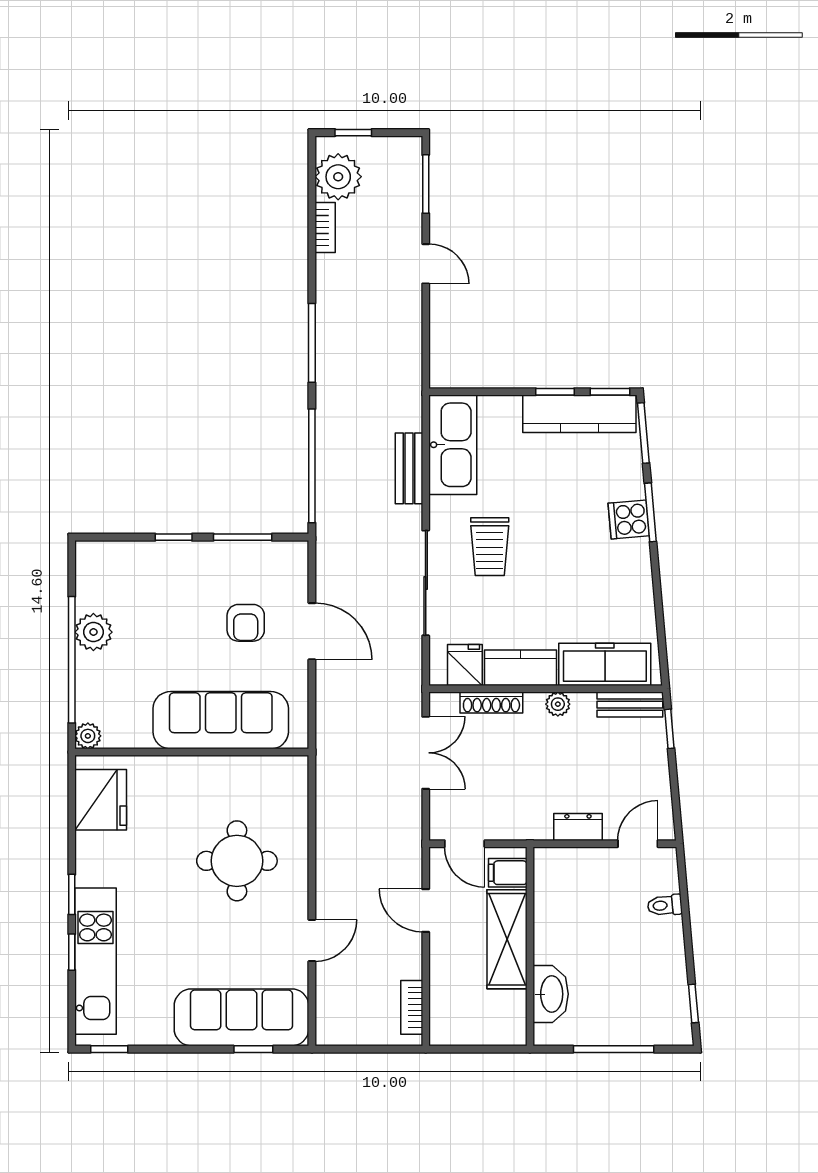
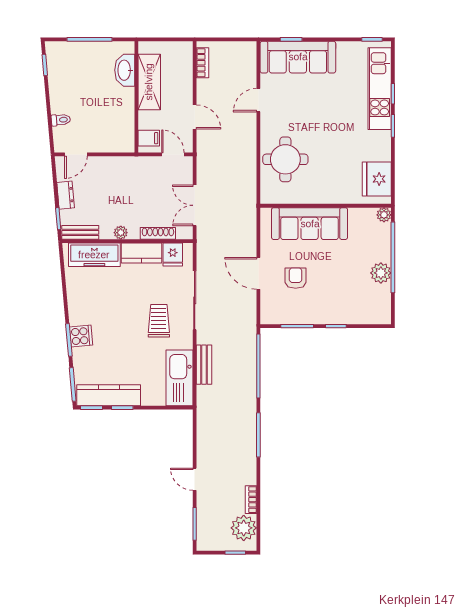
dresser: (578, 827) -> (66, 195), moved, turned -95
round table: (237, 861) -> (285, 159), moved
shelving: (507, 939) -> (149, 82), moved

